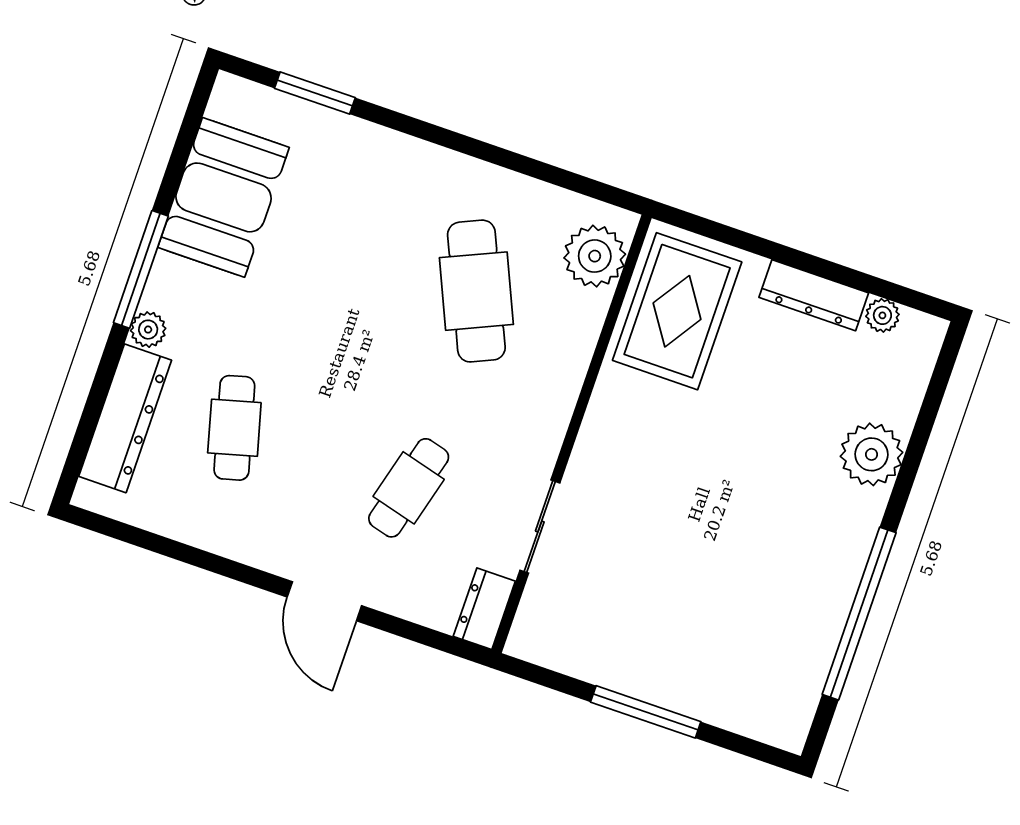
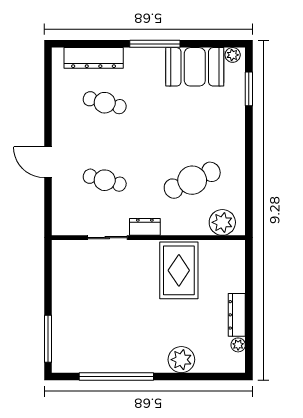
rug: (677, 311) -> (179, 270), moved, turned 90
plant: (148, 330) -> (233, 55), moved
cafe table: (234, 428) -> (105, 103), turned 30
door: (324, 601) -> (48, 162), hinge flipped
dresser: (484, 609) -> (145, 227), moved
window: (646, 712) -> (48, 339), moved

